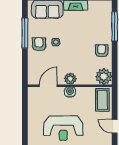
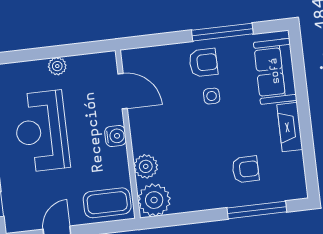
armchair: (102, 51) -> (245, 169), moved
plant: (70, 79) -> (146, 166), moved
plant: (32, 117) -> (57, 66), added

